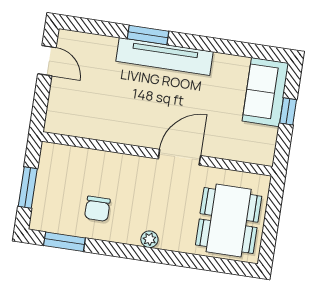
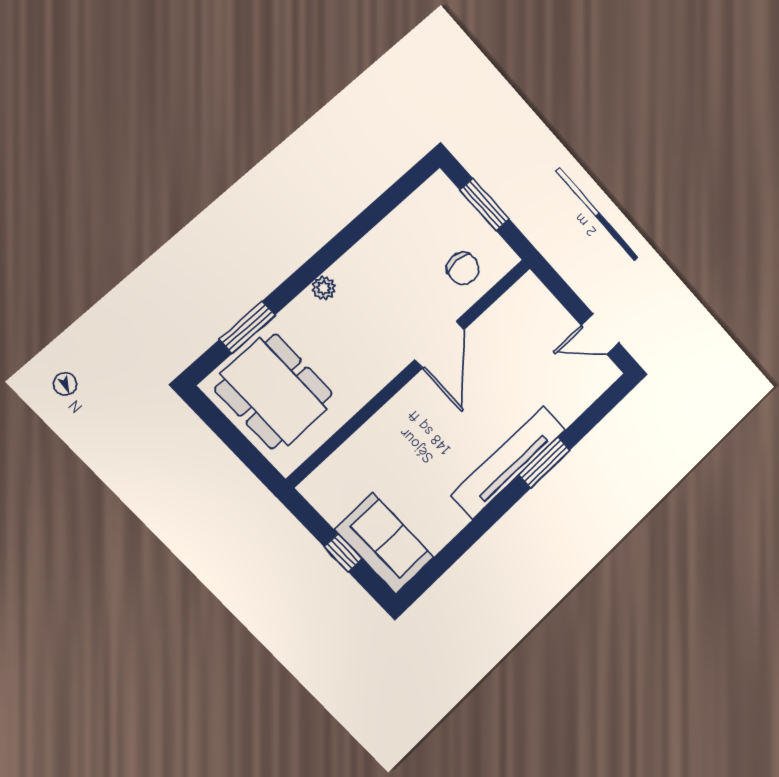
door: (179, 157) -> (439, 344), moved
chair: (97, 209) -> (463, 268), moved, turned 180
window: (64, 242) -> (247, 327), moved

